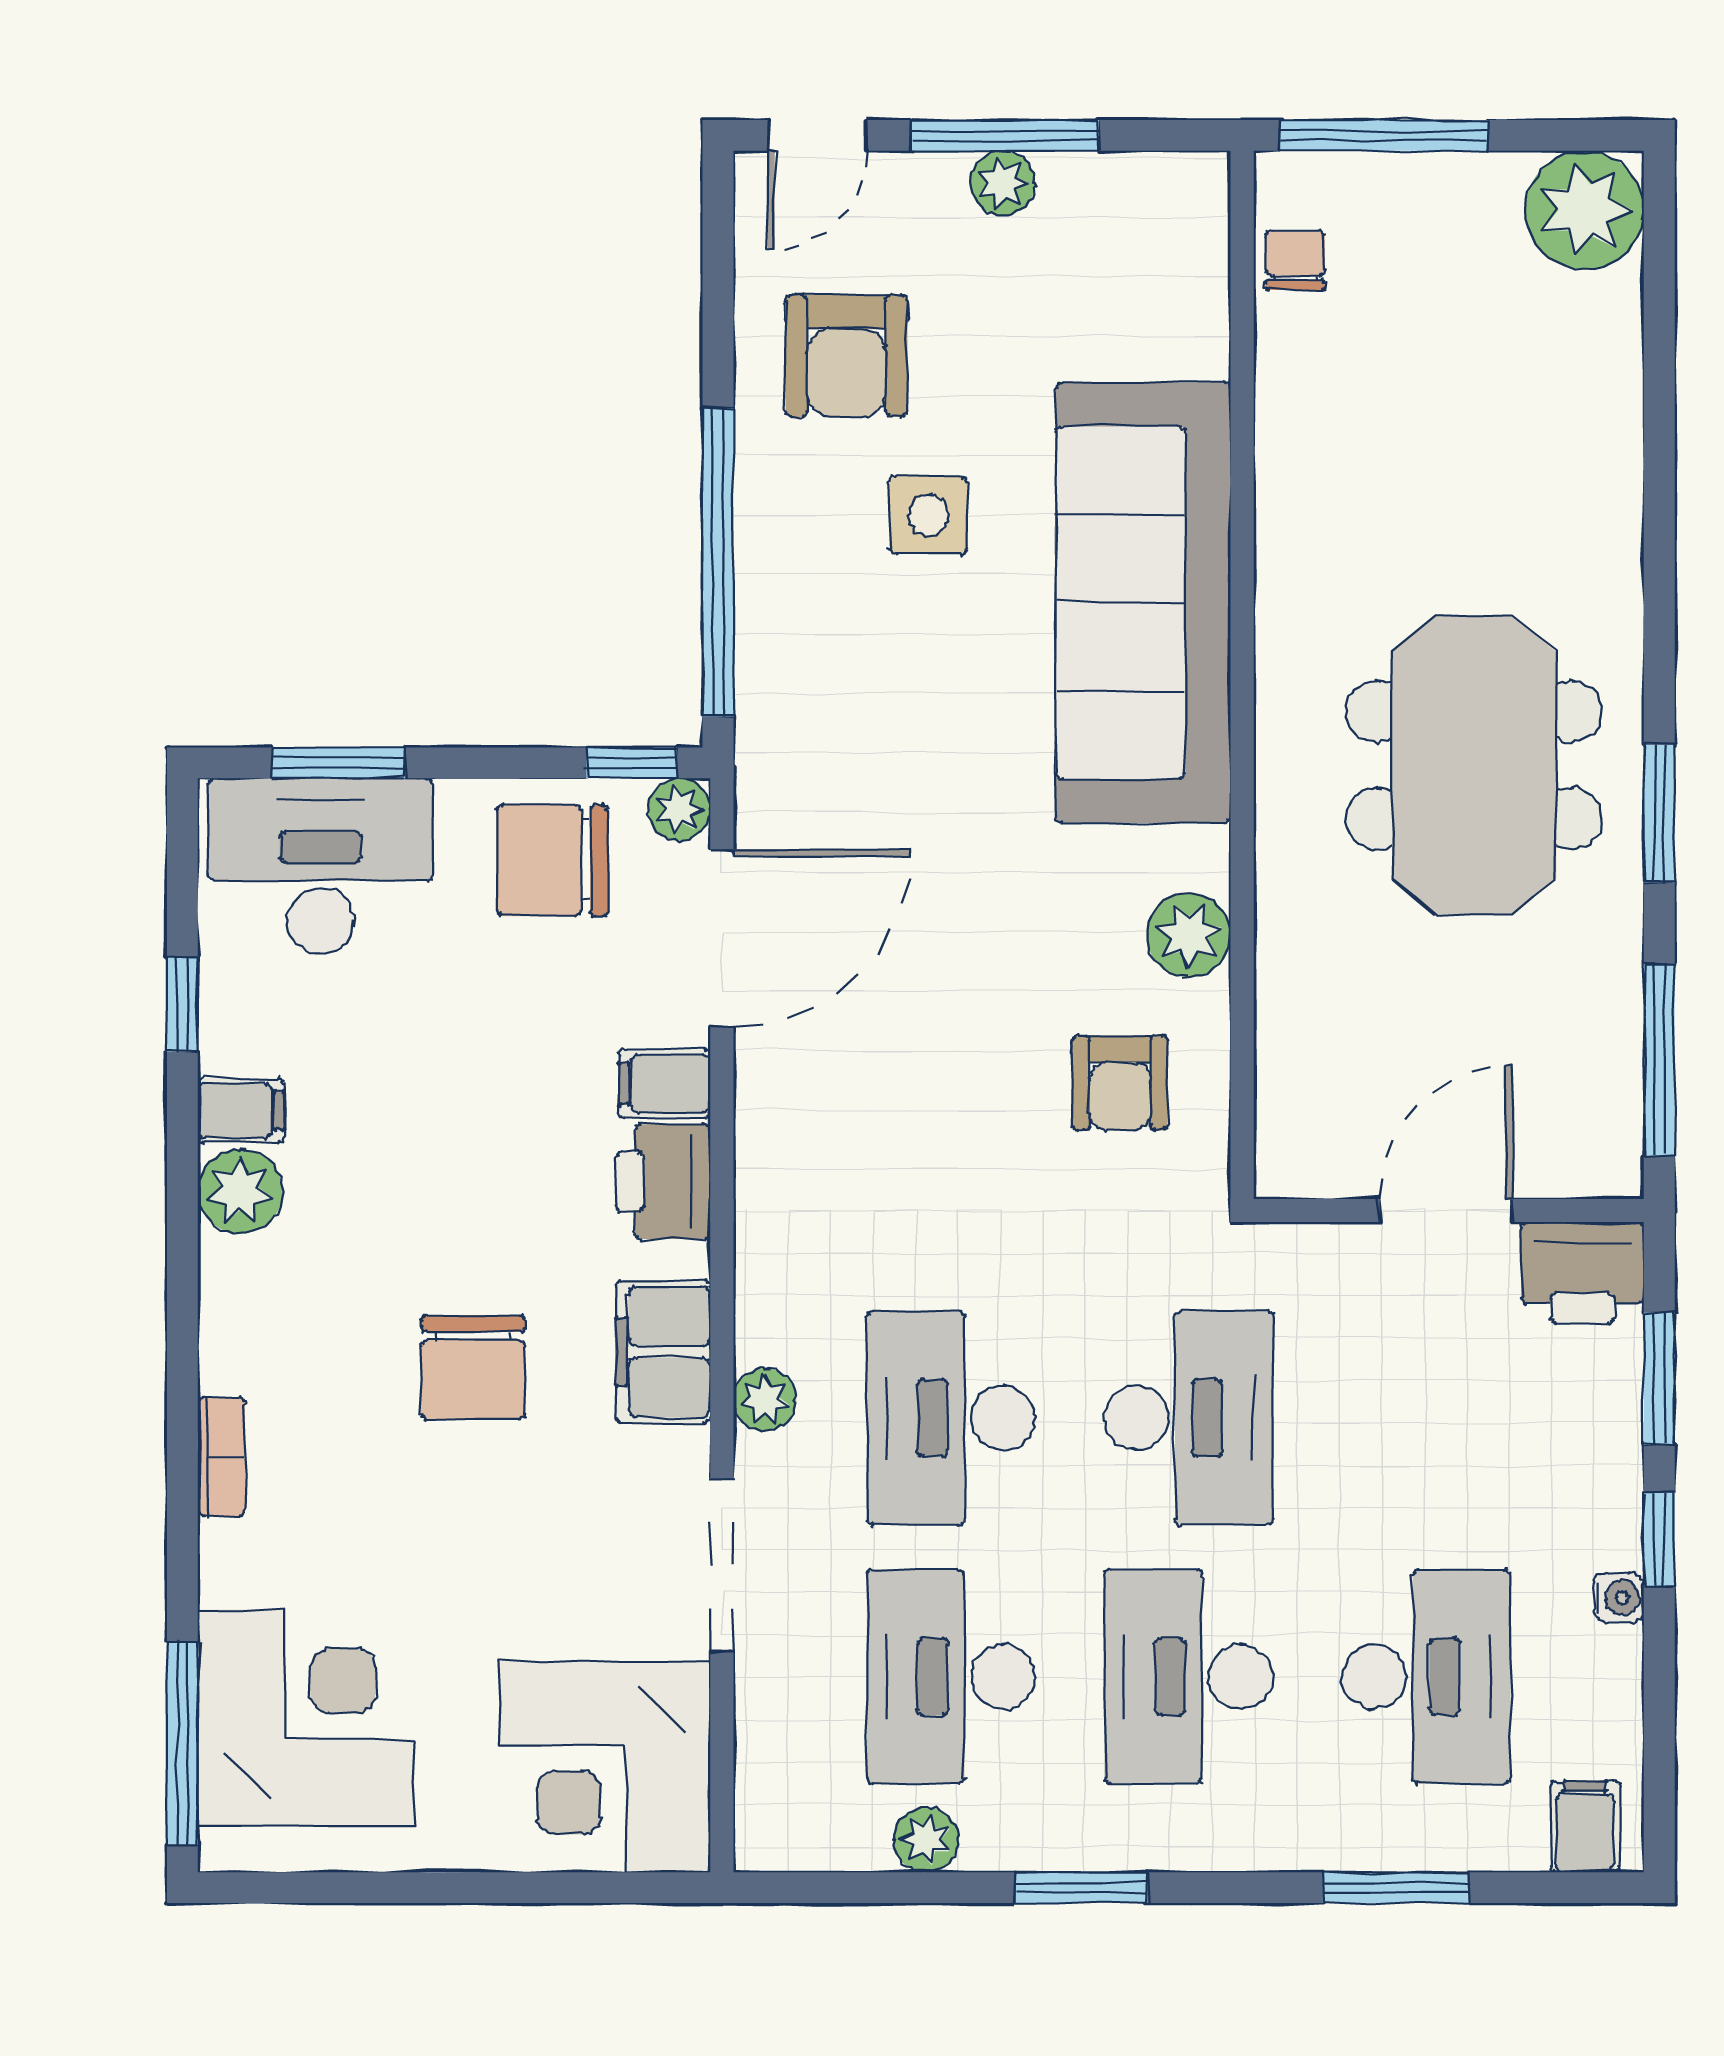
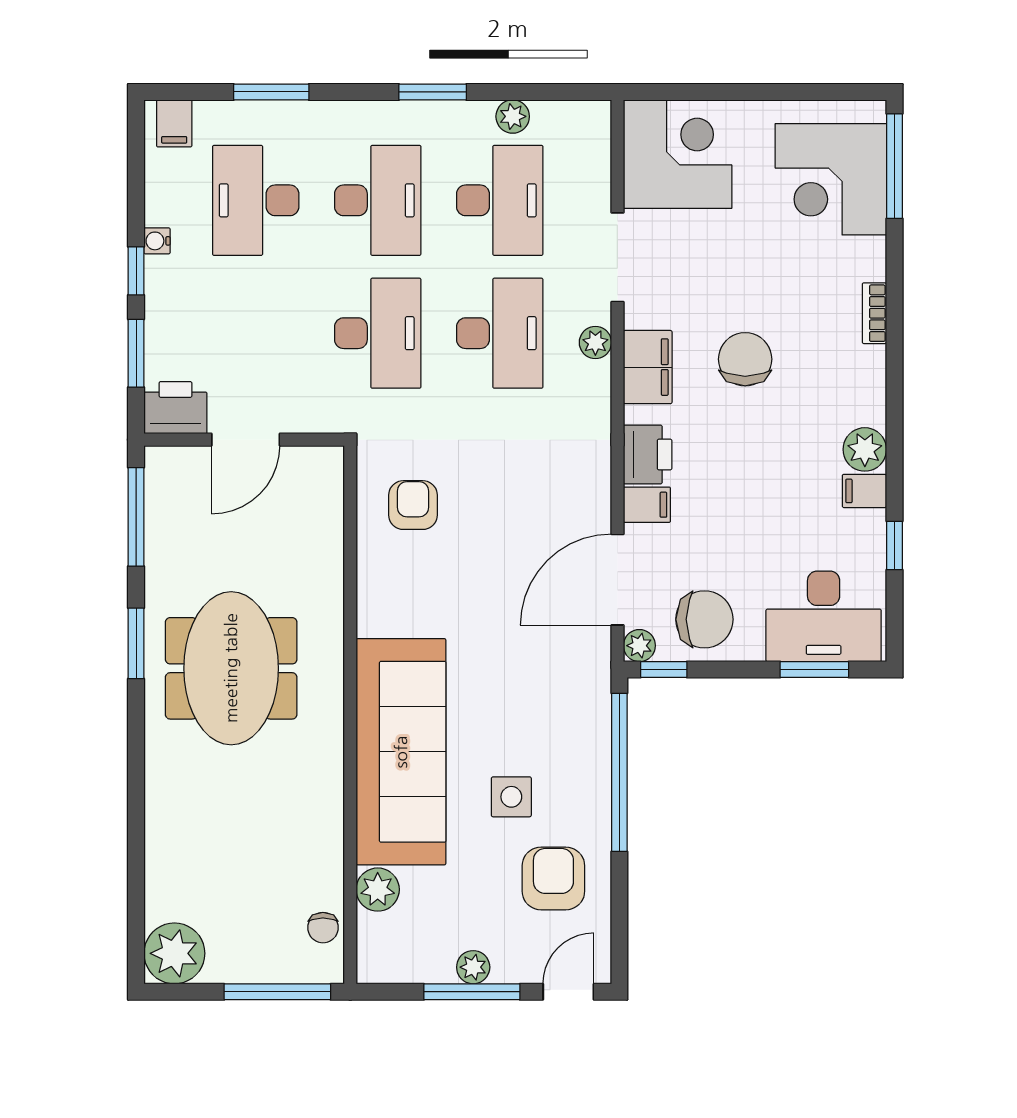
plant: (1189, 935) -> (378, 890), moved
desk: (1189, 1418) -> (378, 333), turned 180

